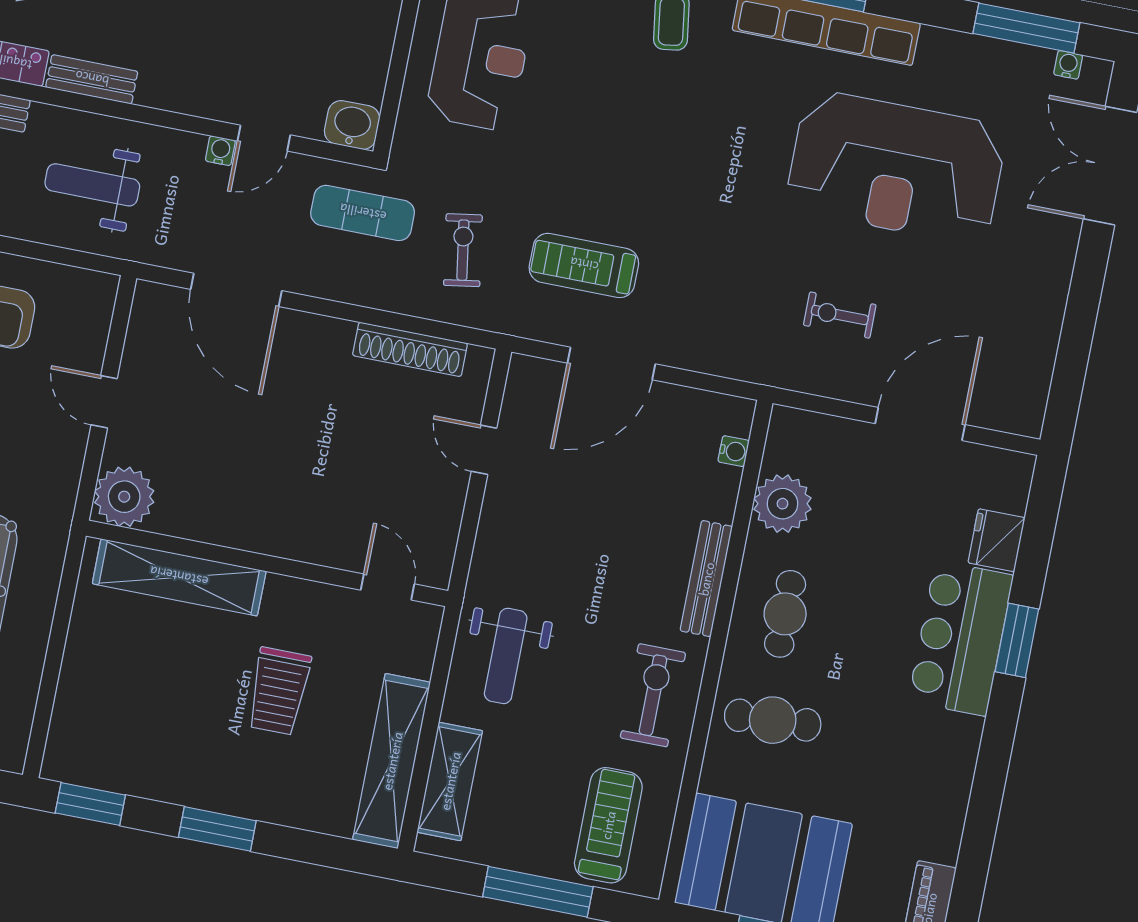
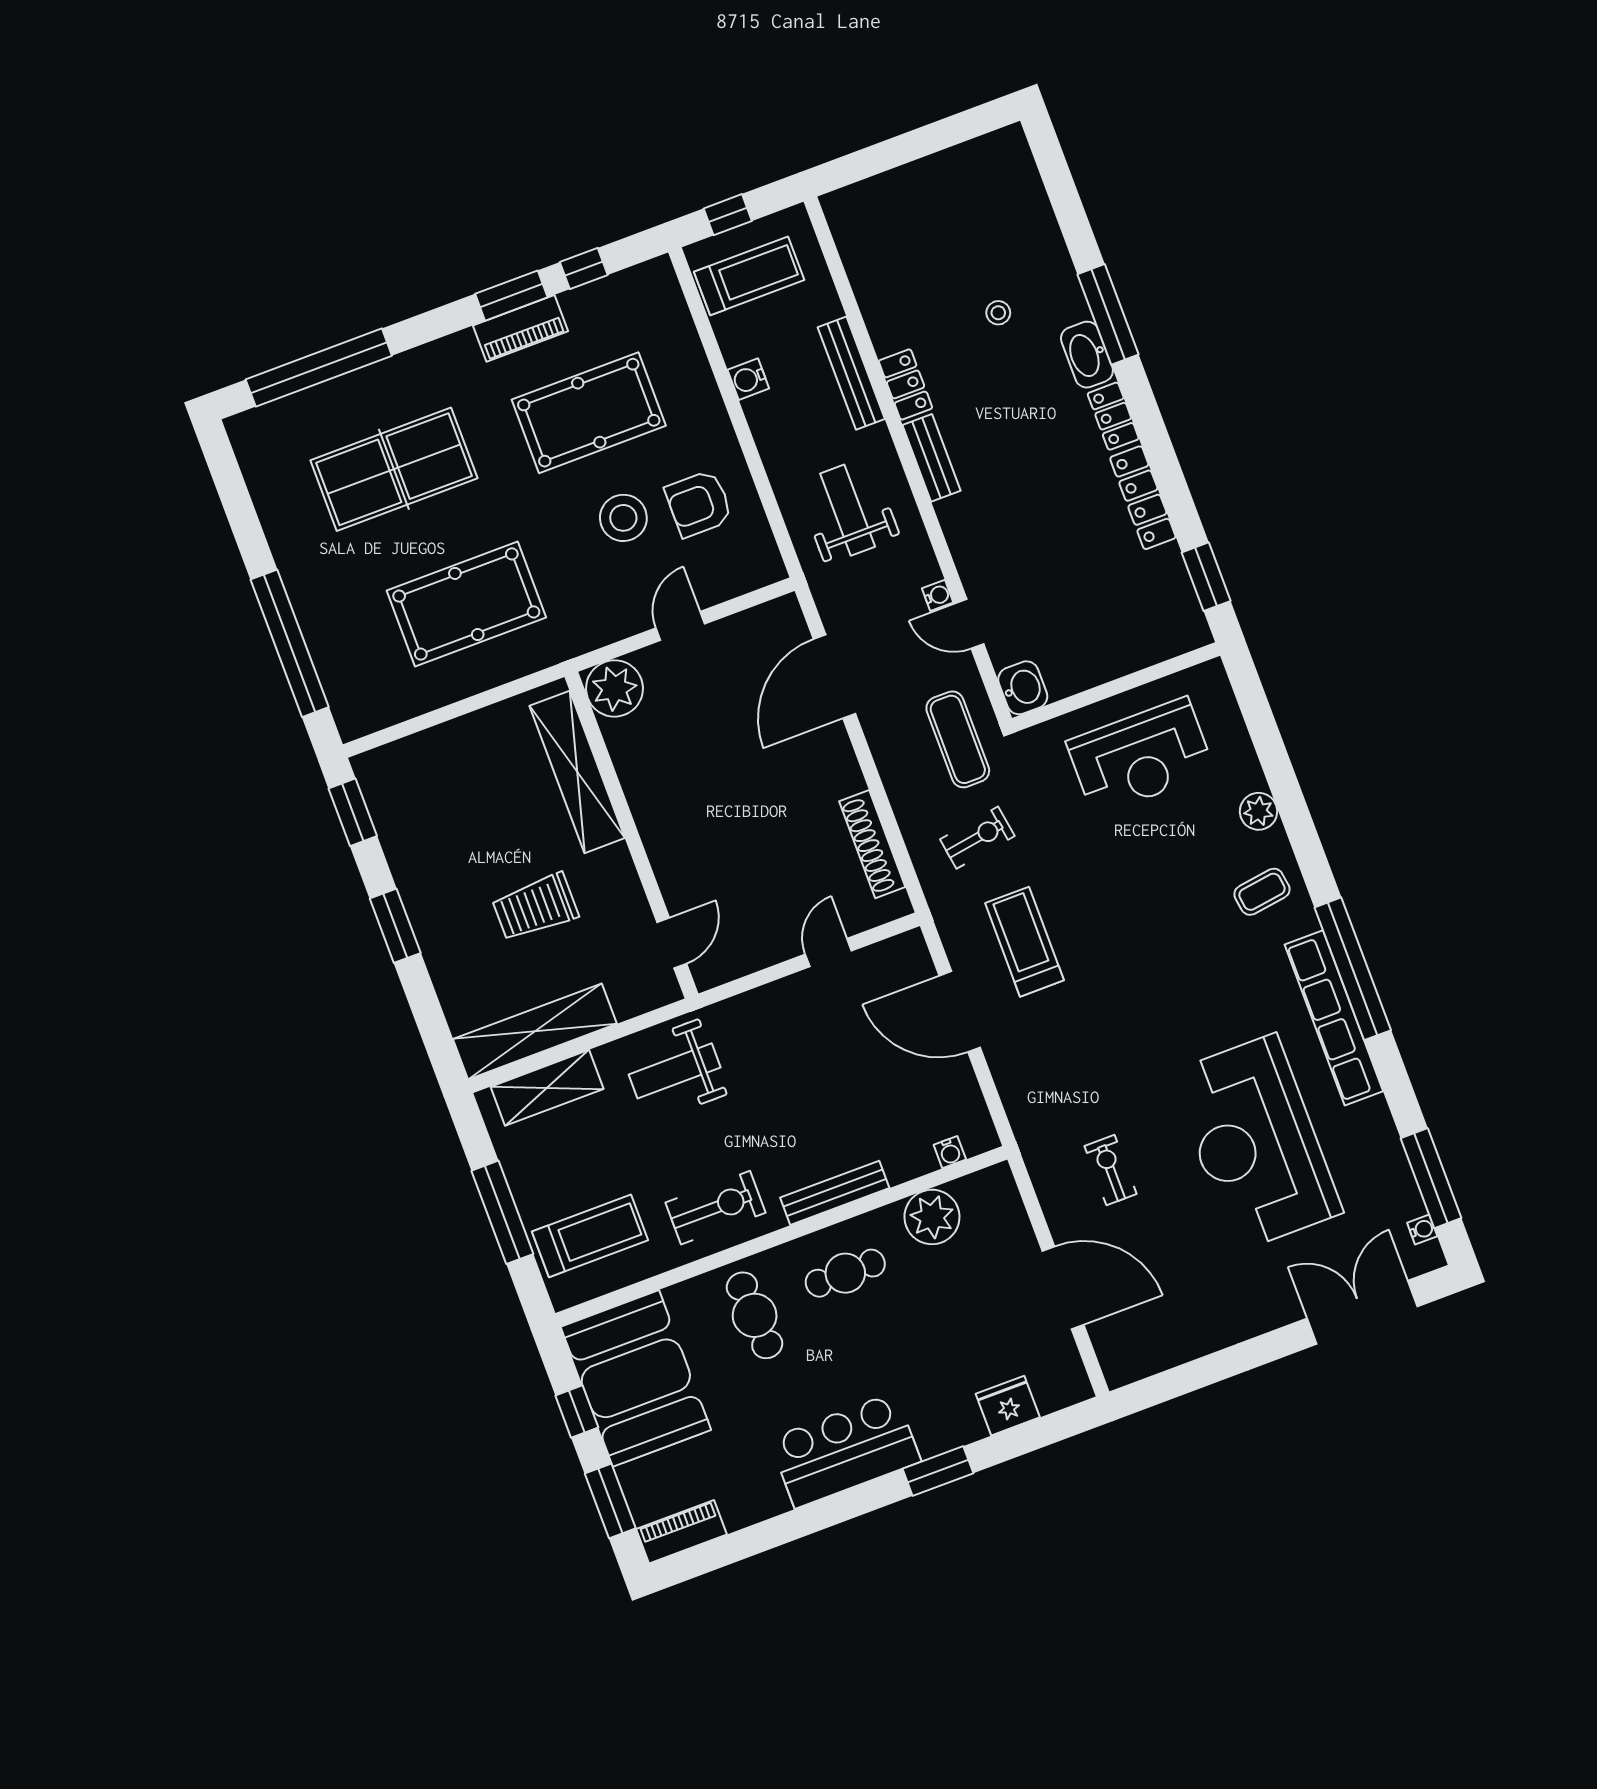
bar counter: (961, 638) -> (845, 1450), moved

